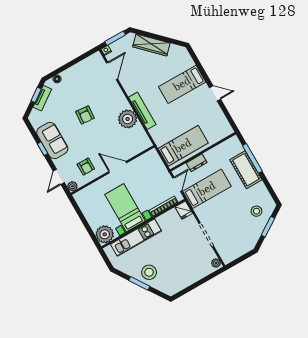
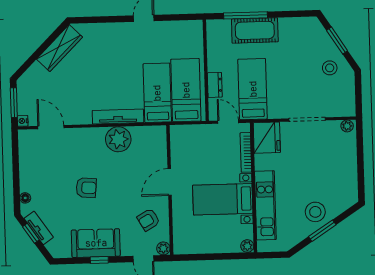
wardrobe: (151, 45) -> (60, 48), moved
bed: (182, 84) -> (157, 93), moved, turned 180
armchair: (86, 167) -> (148, 220), turned 150
fridge: (184, 210) -> (267, 138), width x1.88, depth x1.34
stool: (256, 211) -> (330, 68), moved
plant: (105, 234) -> (247, 246), width x0.53, depth x0.53

